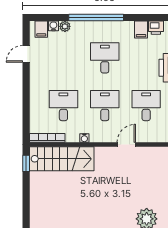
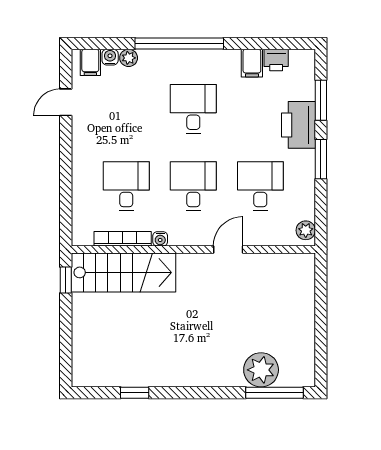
bookcase: (47, 138) -> (123, 239), moved

